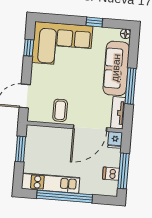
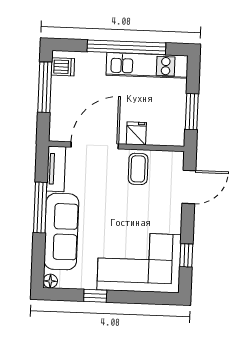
fridge: (115, 140) -> (136, 133), moved
dishwasher: (111, 174) -> (63, 67), moved

